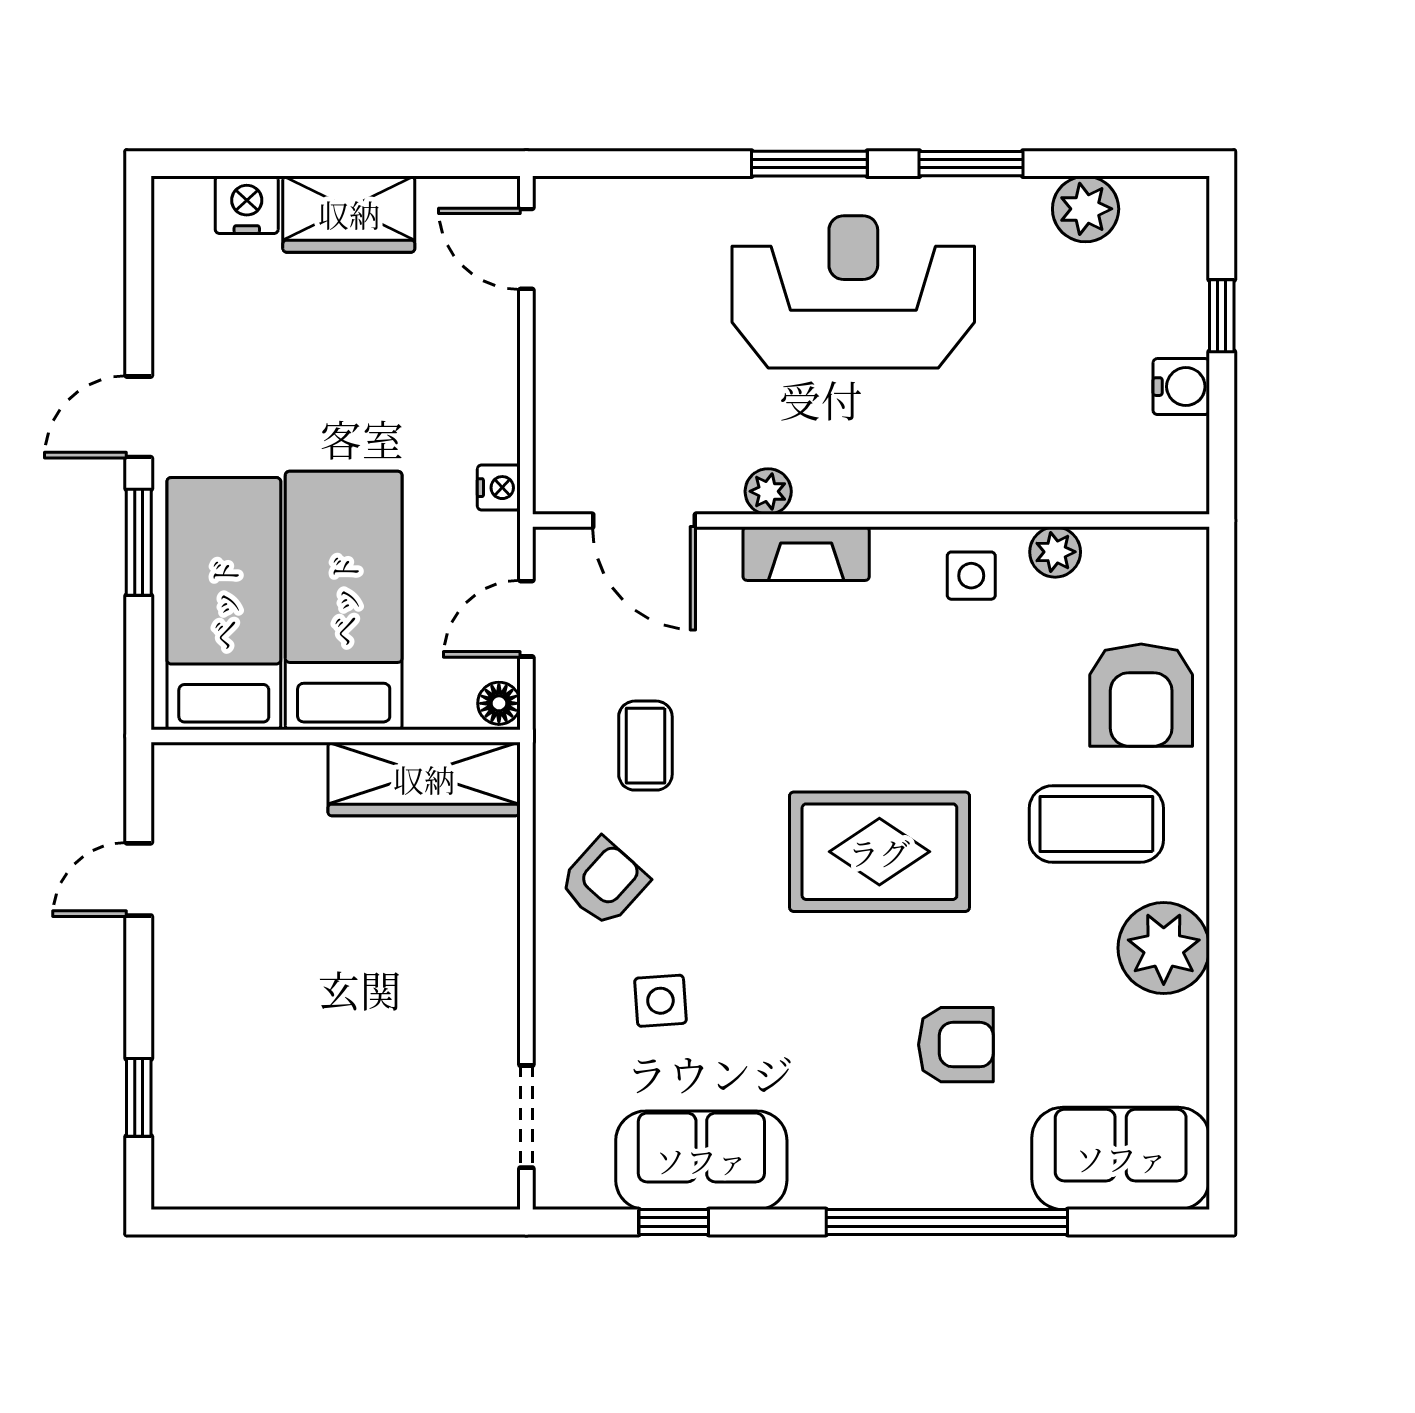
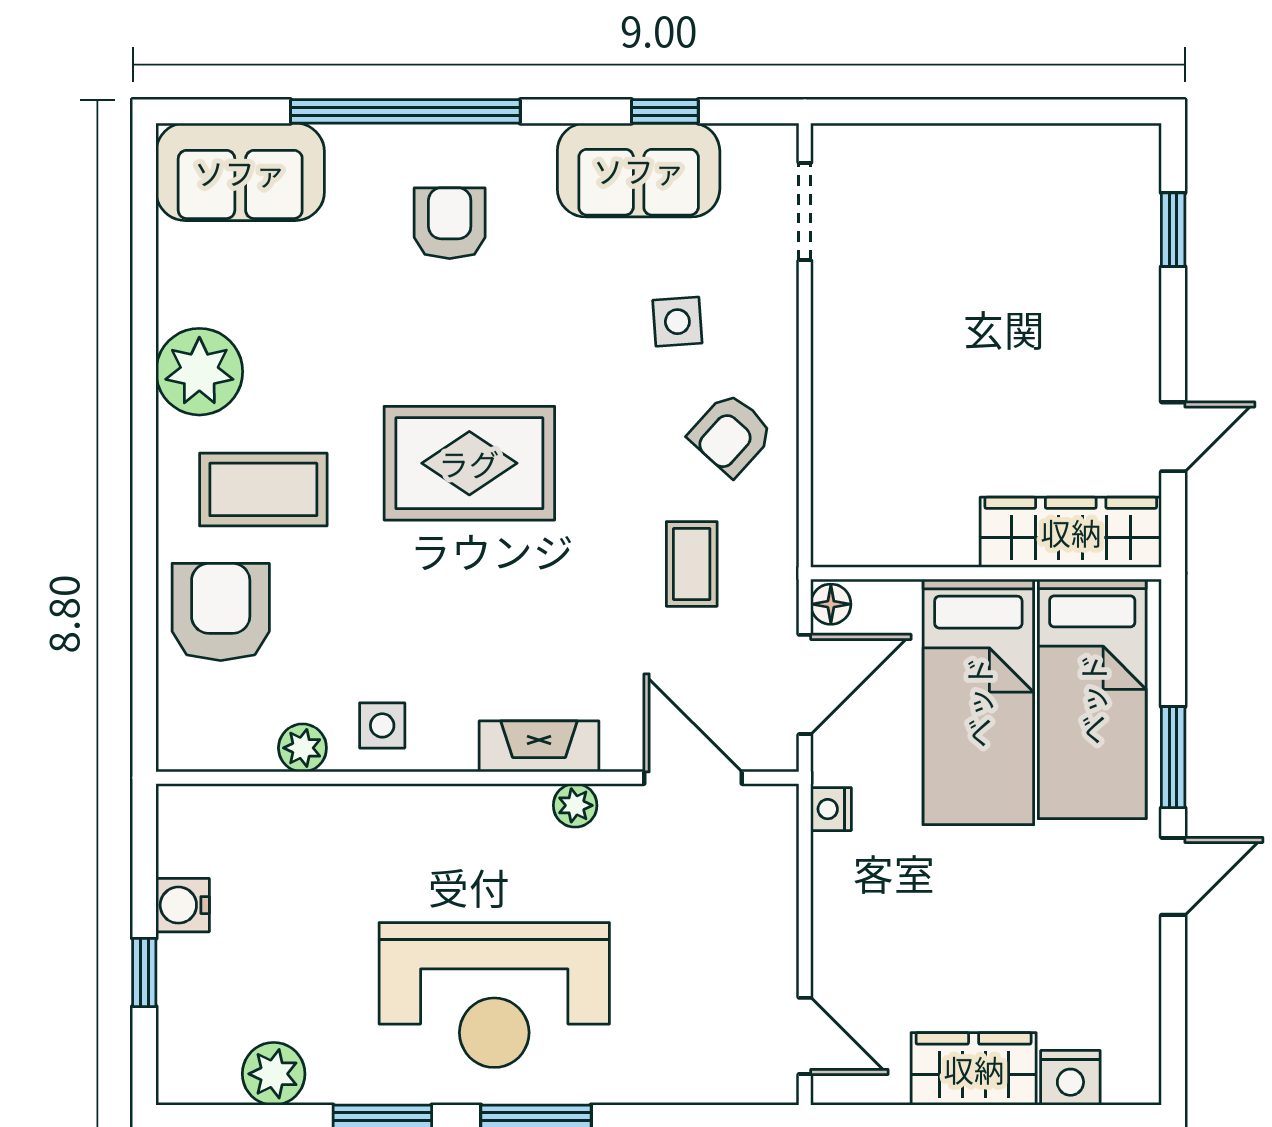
door: (526, 619) -> (805, 684), width x1.38
wardrobe: (424, 779) -> (1071, 532), moved
armchair: (956, 1045) -> (450, 223), moved, turned 90

